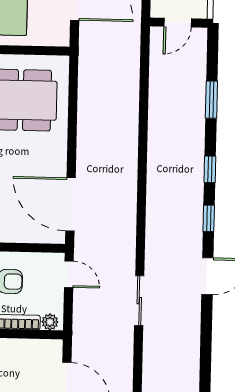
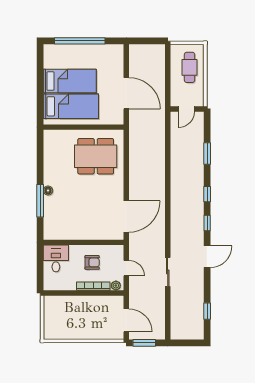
door: (70, 204) -> (126, 217), swing flipped
door: (69, 274) -> (126, 268), moved
window: (205, 369) -> (207, 311), added

